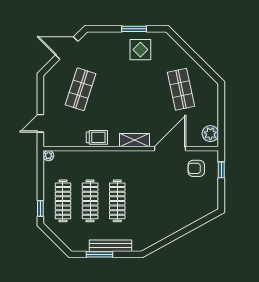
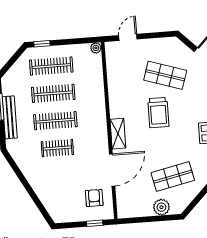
door: (40, 123) -> (128, 37), hinge flipped
plant: (210, 134) -> (161, 207), moved
trolley: (97, 137) -> (158, 113), moved, width x1.36, depth x1.39
door: (170, 149) -> (112, 170), hinge flipped
clothes rail: (144, 201) -> (57, 148), added

